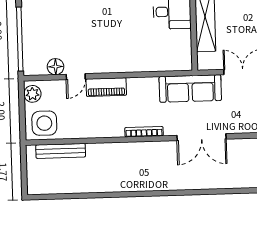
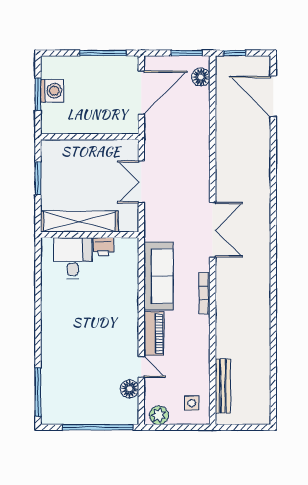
printer: (183, 39) -> (103, 247), added
sofa: (190, 89) -> (158, 276), moved
side table: (44, 123) -> (192, 403), width x0.54, depth x0.54

